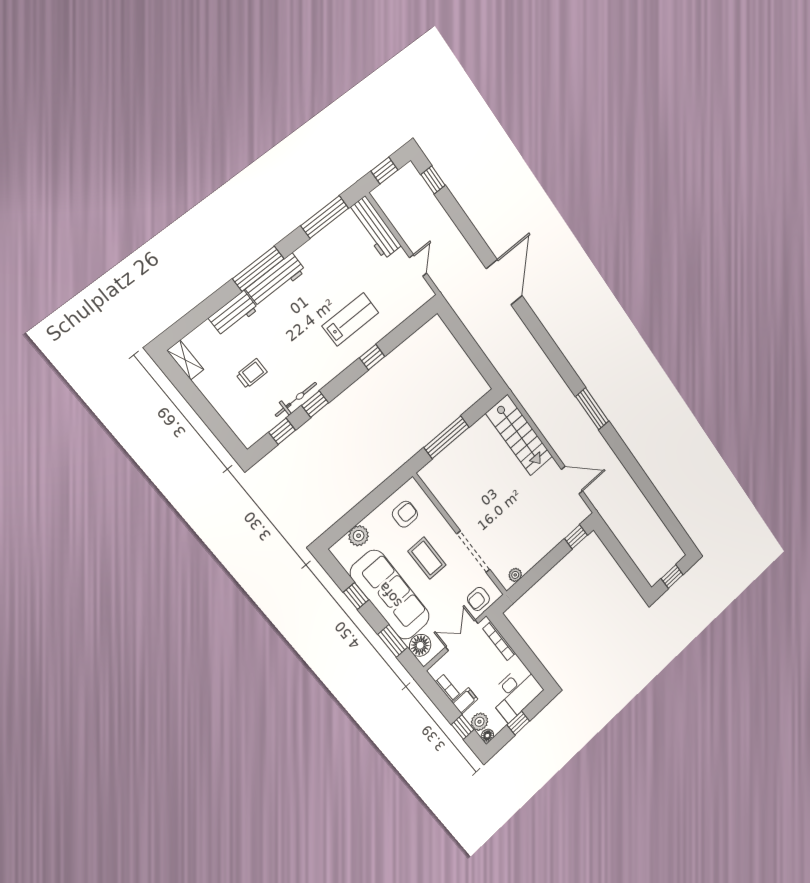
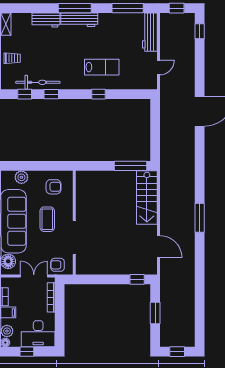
trolley: (252, 373) -> (12, 58), moved
bicycle: (296, 399) -> (38, 82), width x1.37, depth x1.40
window: (447, 437) -> (131, 166), moved
window: (621, 556) -> (155, 313), added
plant: (515, 575) -> (87, 270), removed

